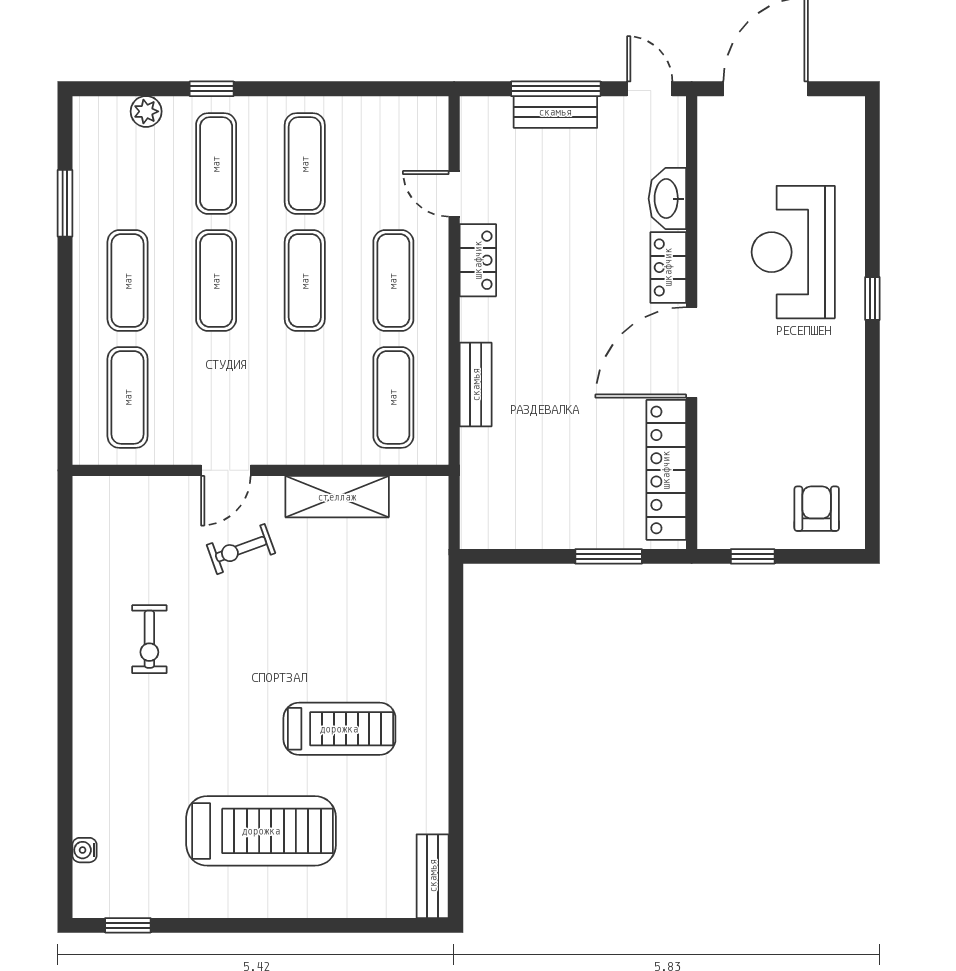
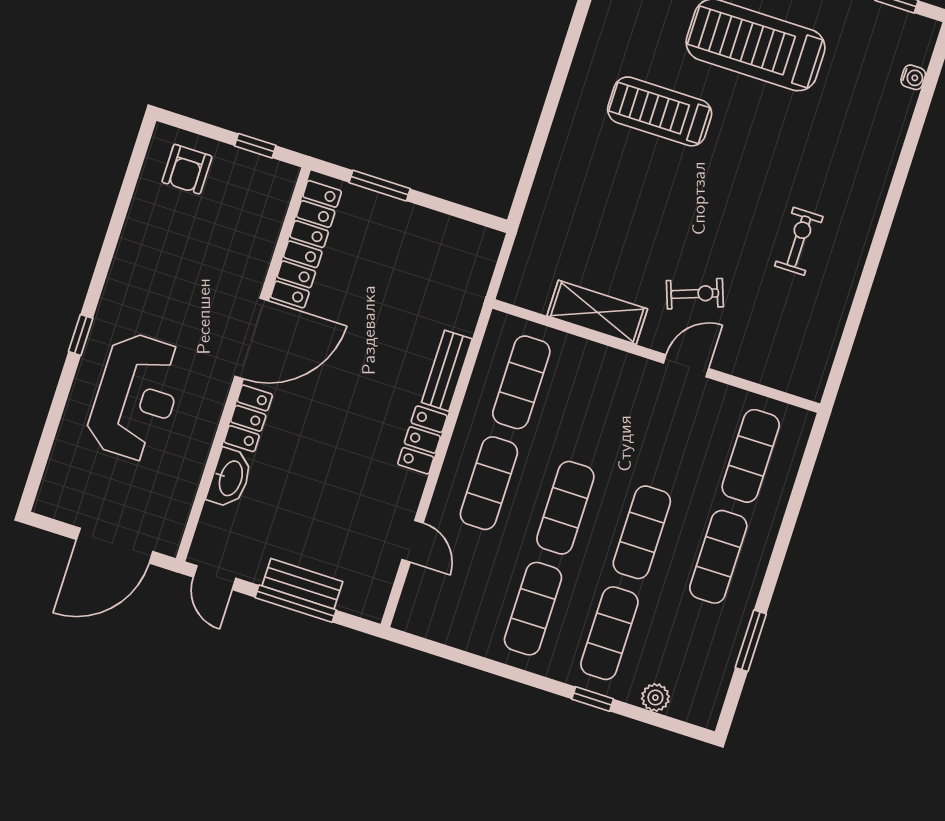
locker: (478, 260) -> (422, 440), moved

